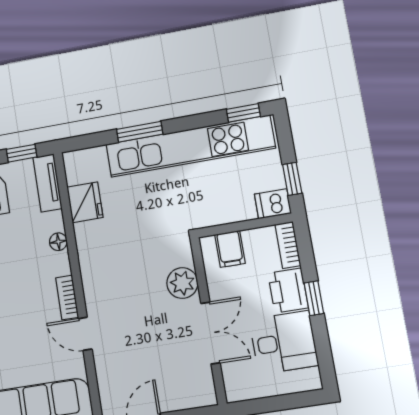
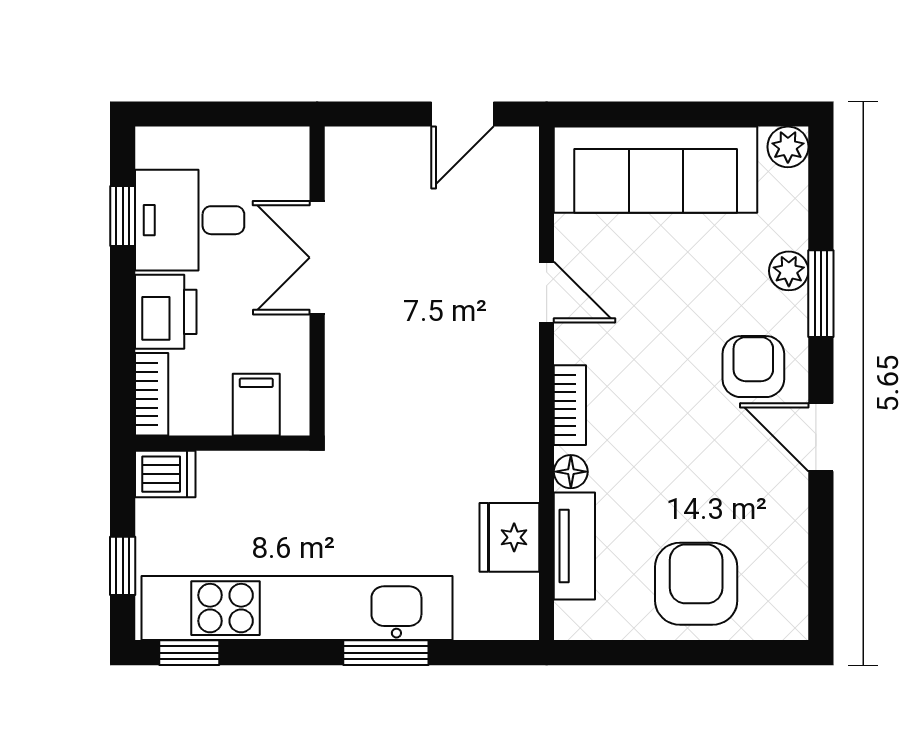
window: (22, 153) -> (615, 653), removed
window: (292, 179) -> (123, 566), moved
tv unit: (47, 183) -> (574, 546), moved
plant: (182, 283) -> (353, 356), removed
bookcase: (67, 298) -> (570, 405), moved
window: (314, 298) -> (123, 216), moved

